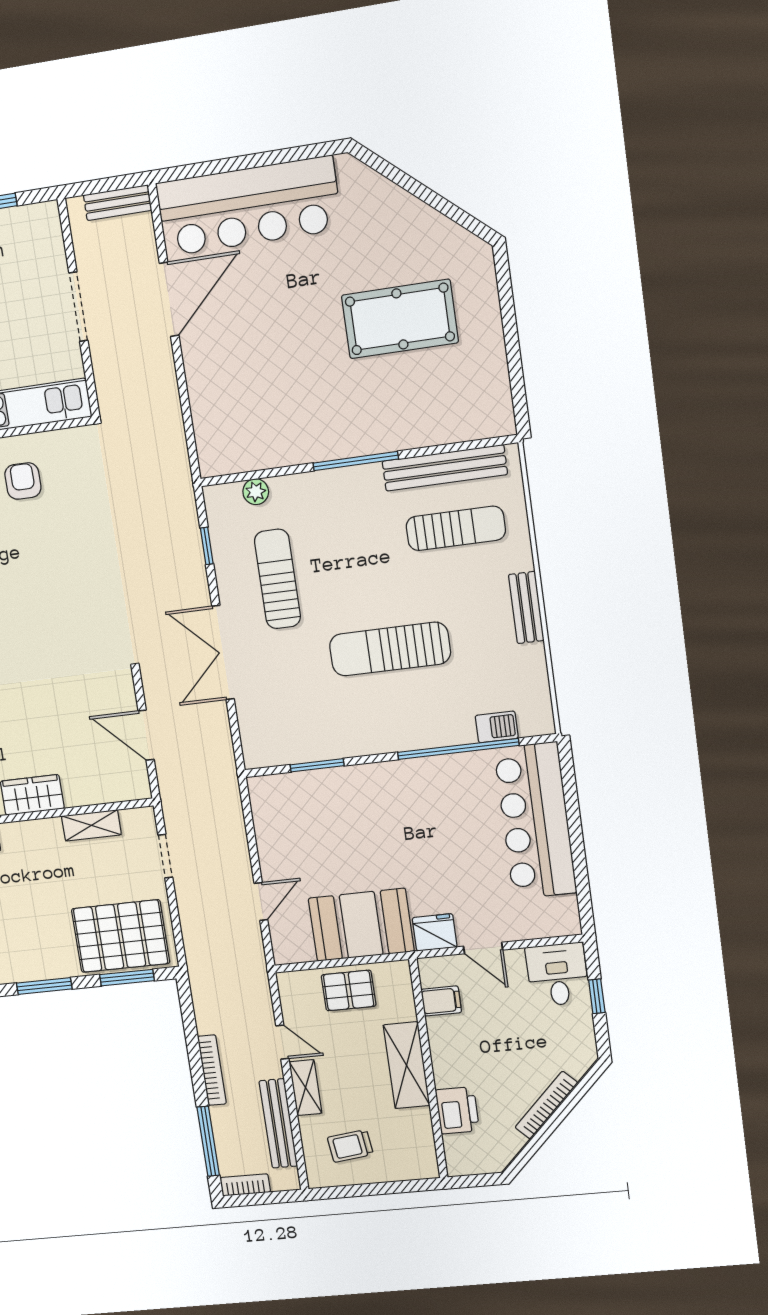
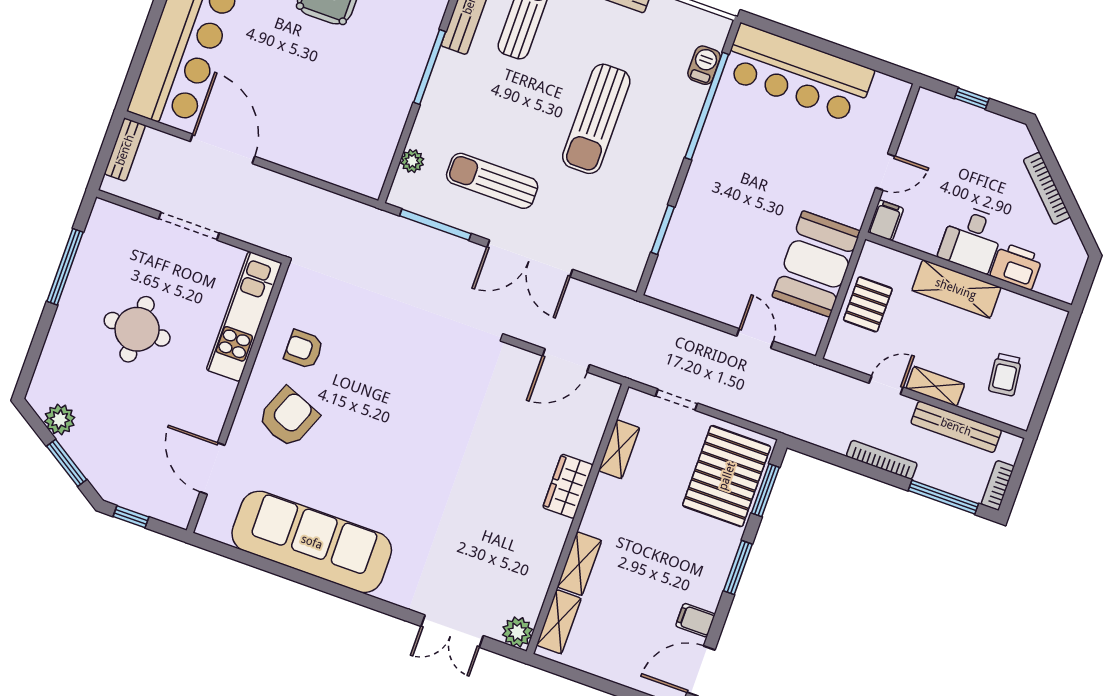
window: (207, 546) -> (435, 225), width x2.17
fridge: (435, 932) -> (852, 205), removed
desk: (557, 974) -> (972, 239), moved, turned -90
filing cabinet: (441, 1001) -> (886, 220), moved

